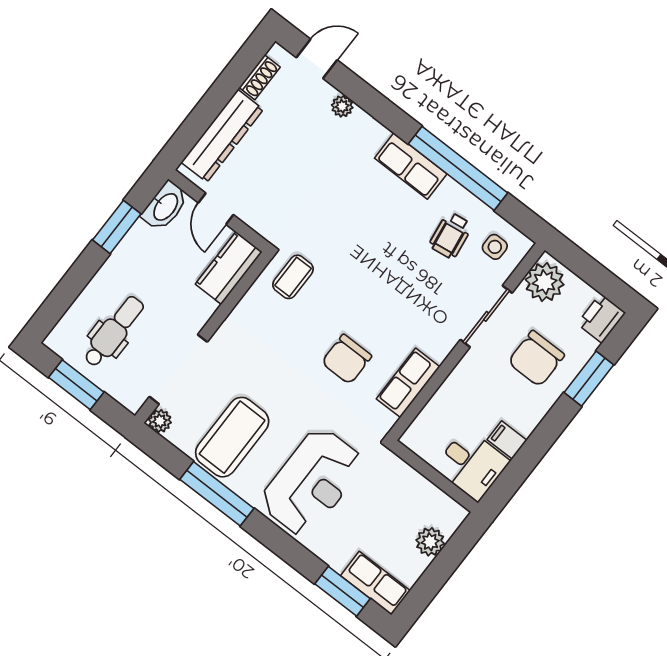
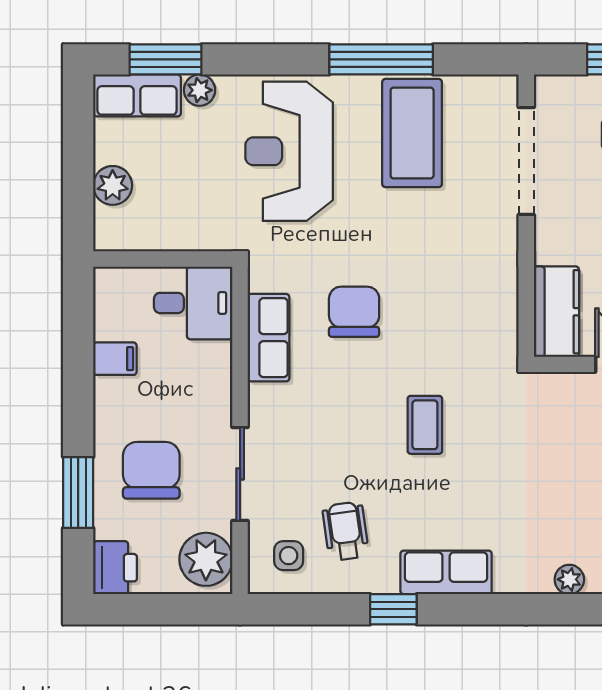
window: (458, 168) -> (393, 609), width x0.32
coffee table: (293, 277) -> (425, 425), moved
plant: (160, 421) -> (200, 90), moved
desk: (472, 464) -> (193, 303), moved, turned 180

